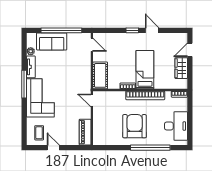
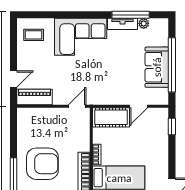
window: (132, 30) -> (172, 127), moved
sofa: (52, 41) -> (157, 67), moved
door: (92, 45) -> (139, 106), moved
window: (24, 84) -> (131, 15), moved
door: (53, 148) -> (13, 79), moved

